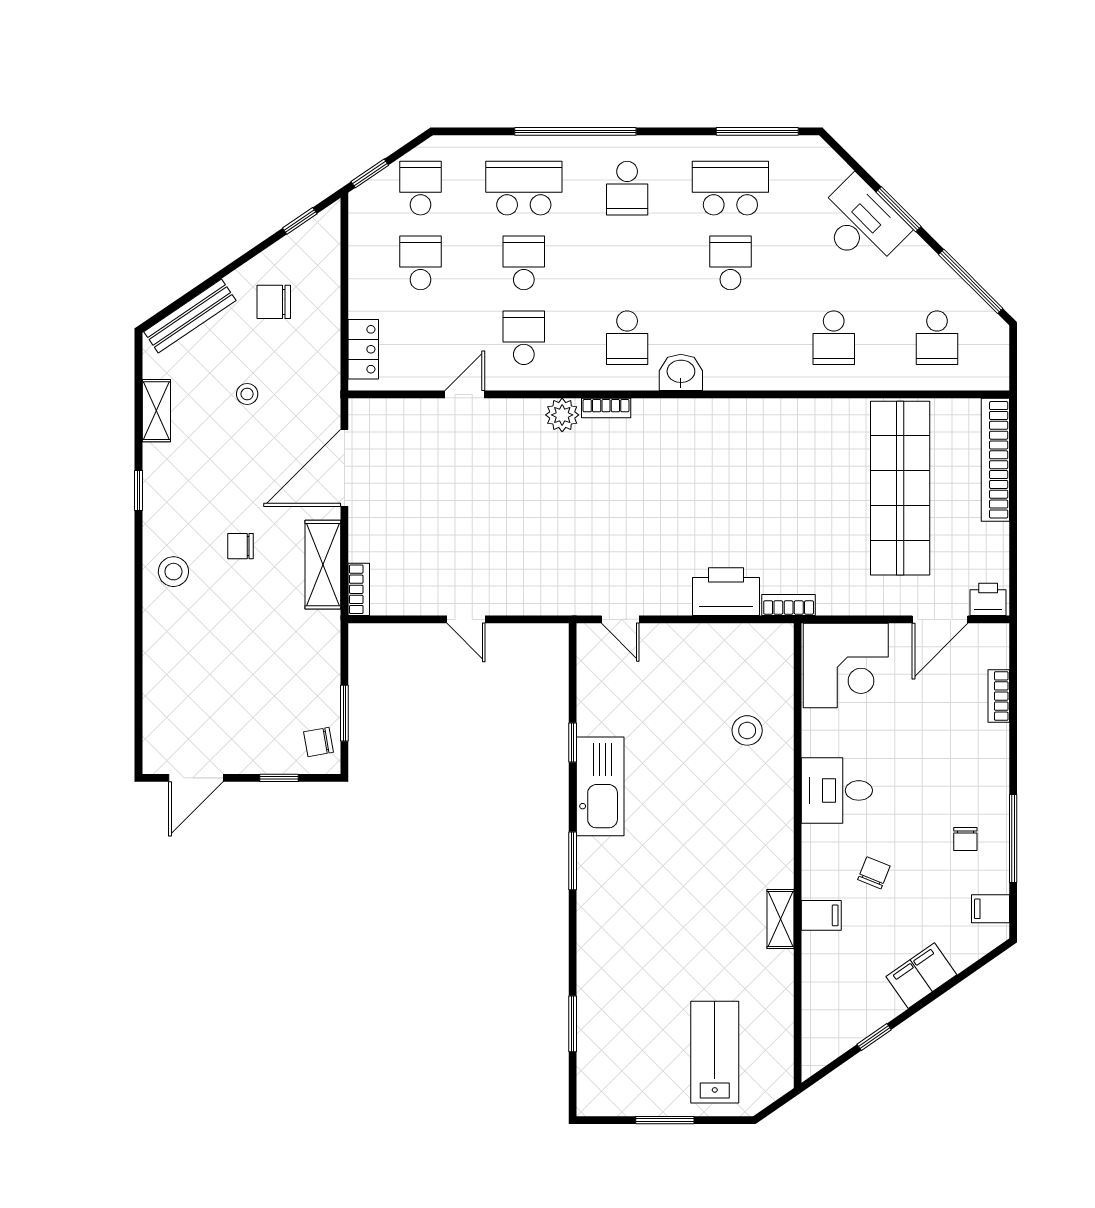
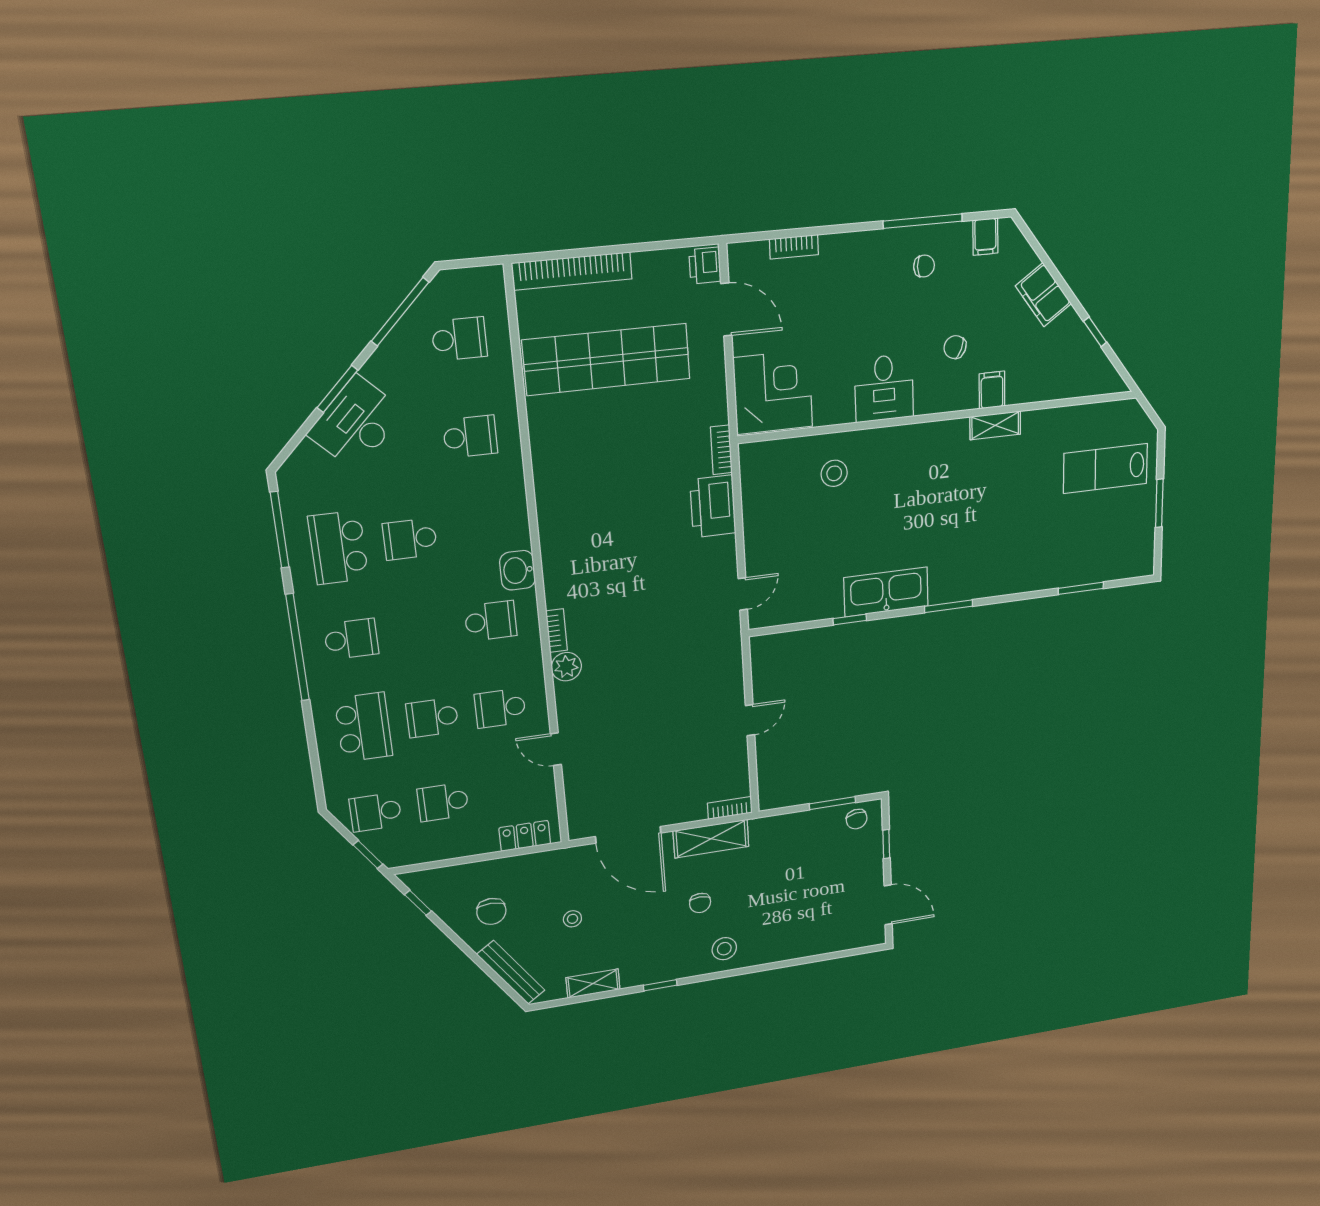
window: (575, 131) -> (297, 647), moved
school desk: (524, 188) -> (364, 727), turned 180

